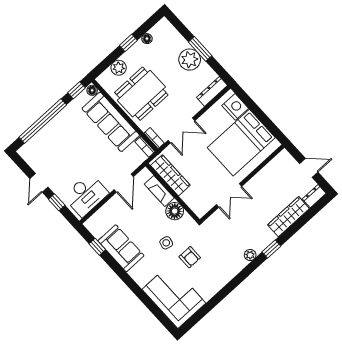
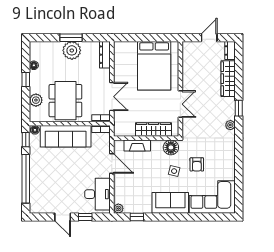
nightstand: (235, 107) -> (128, 49), removed
wardrobe: (170, 175) -> (153, 129), moved
floor lamp: (175, 211) -> (171, 147), moved
plant: (90, 224) -> (118, 208), added
sofa: (121, 248) -> (170, 203), moved
armchair: (190, 257) -> (197, 164), turned 90

